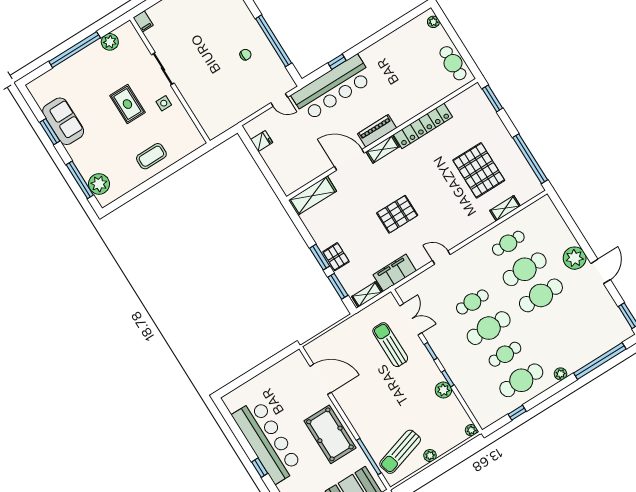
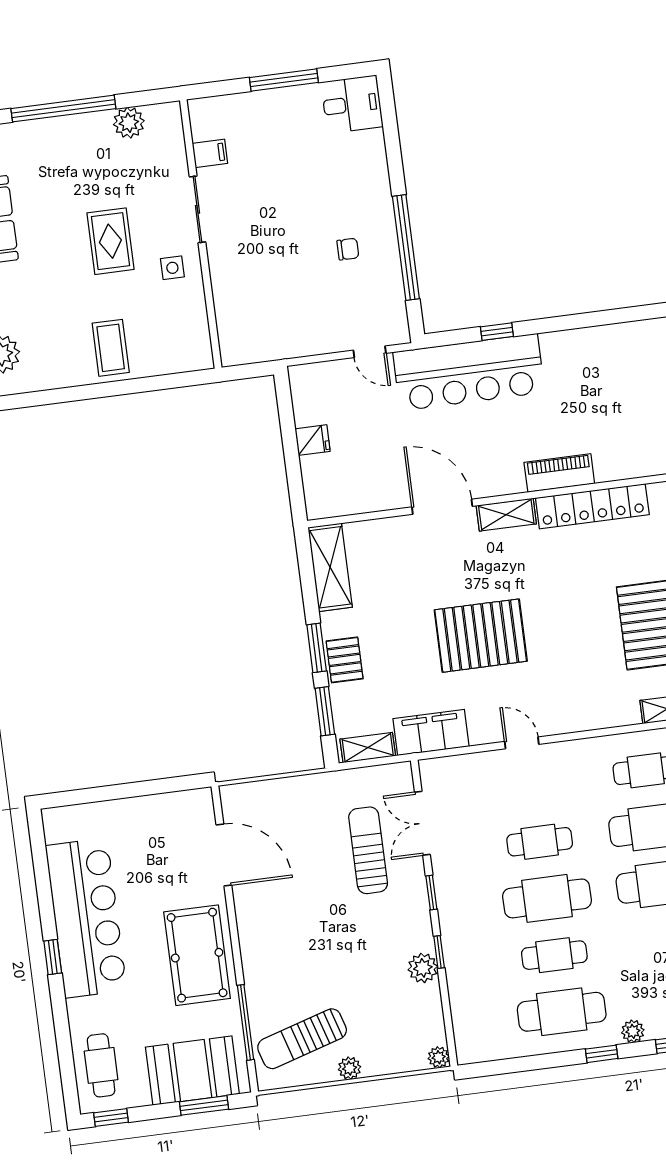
filing cabinet: (143, 22) -> (210, 153), moved, turned -90
piano: (377, 131) -> (559, 473), moved
fridge: (262, 141) -> (313, 440), moved
coffee table: (151, 156) -> (111, 348), turned 90
shelving: (313, 196) -> (330, 567), moved, turned 90
pallet: (397, 214) -> (481, 636), width x1.37, depth x1.41
double door: (411, 319) -> (422, 823), swing flipped
window: (517, 413) -> (602, 1054), moved

